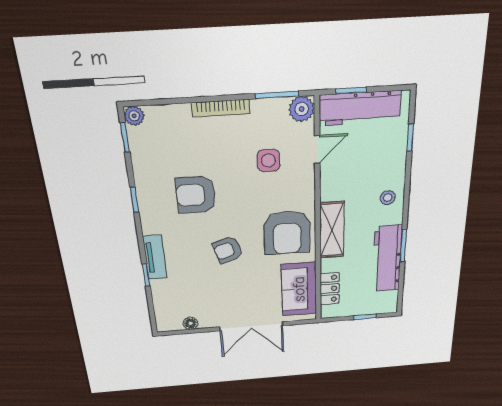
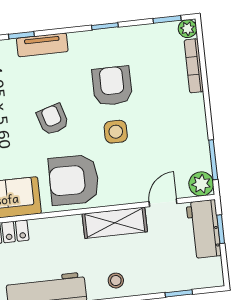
bookcase: (221, 108) -> (194, 66), moved
workbench: (360, 108) -> (204, 229), width x0.73
door: (317, 149) -> (163, 203), swing flipped
side table: (269, 160) -> (116, 132), moved
shelving: (332, 230) -> (115, 223), moved

